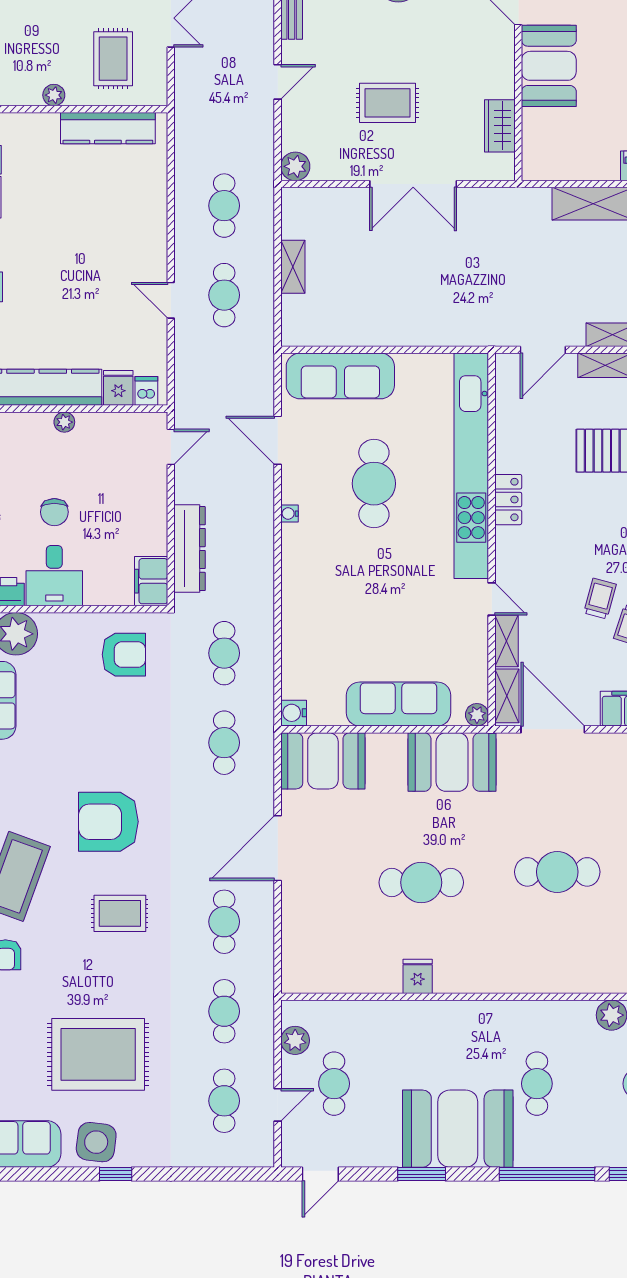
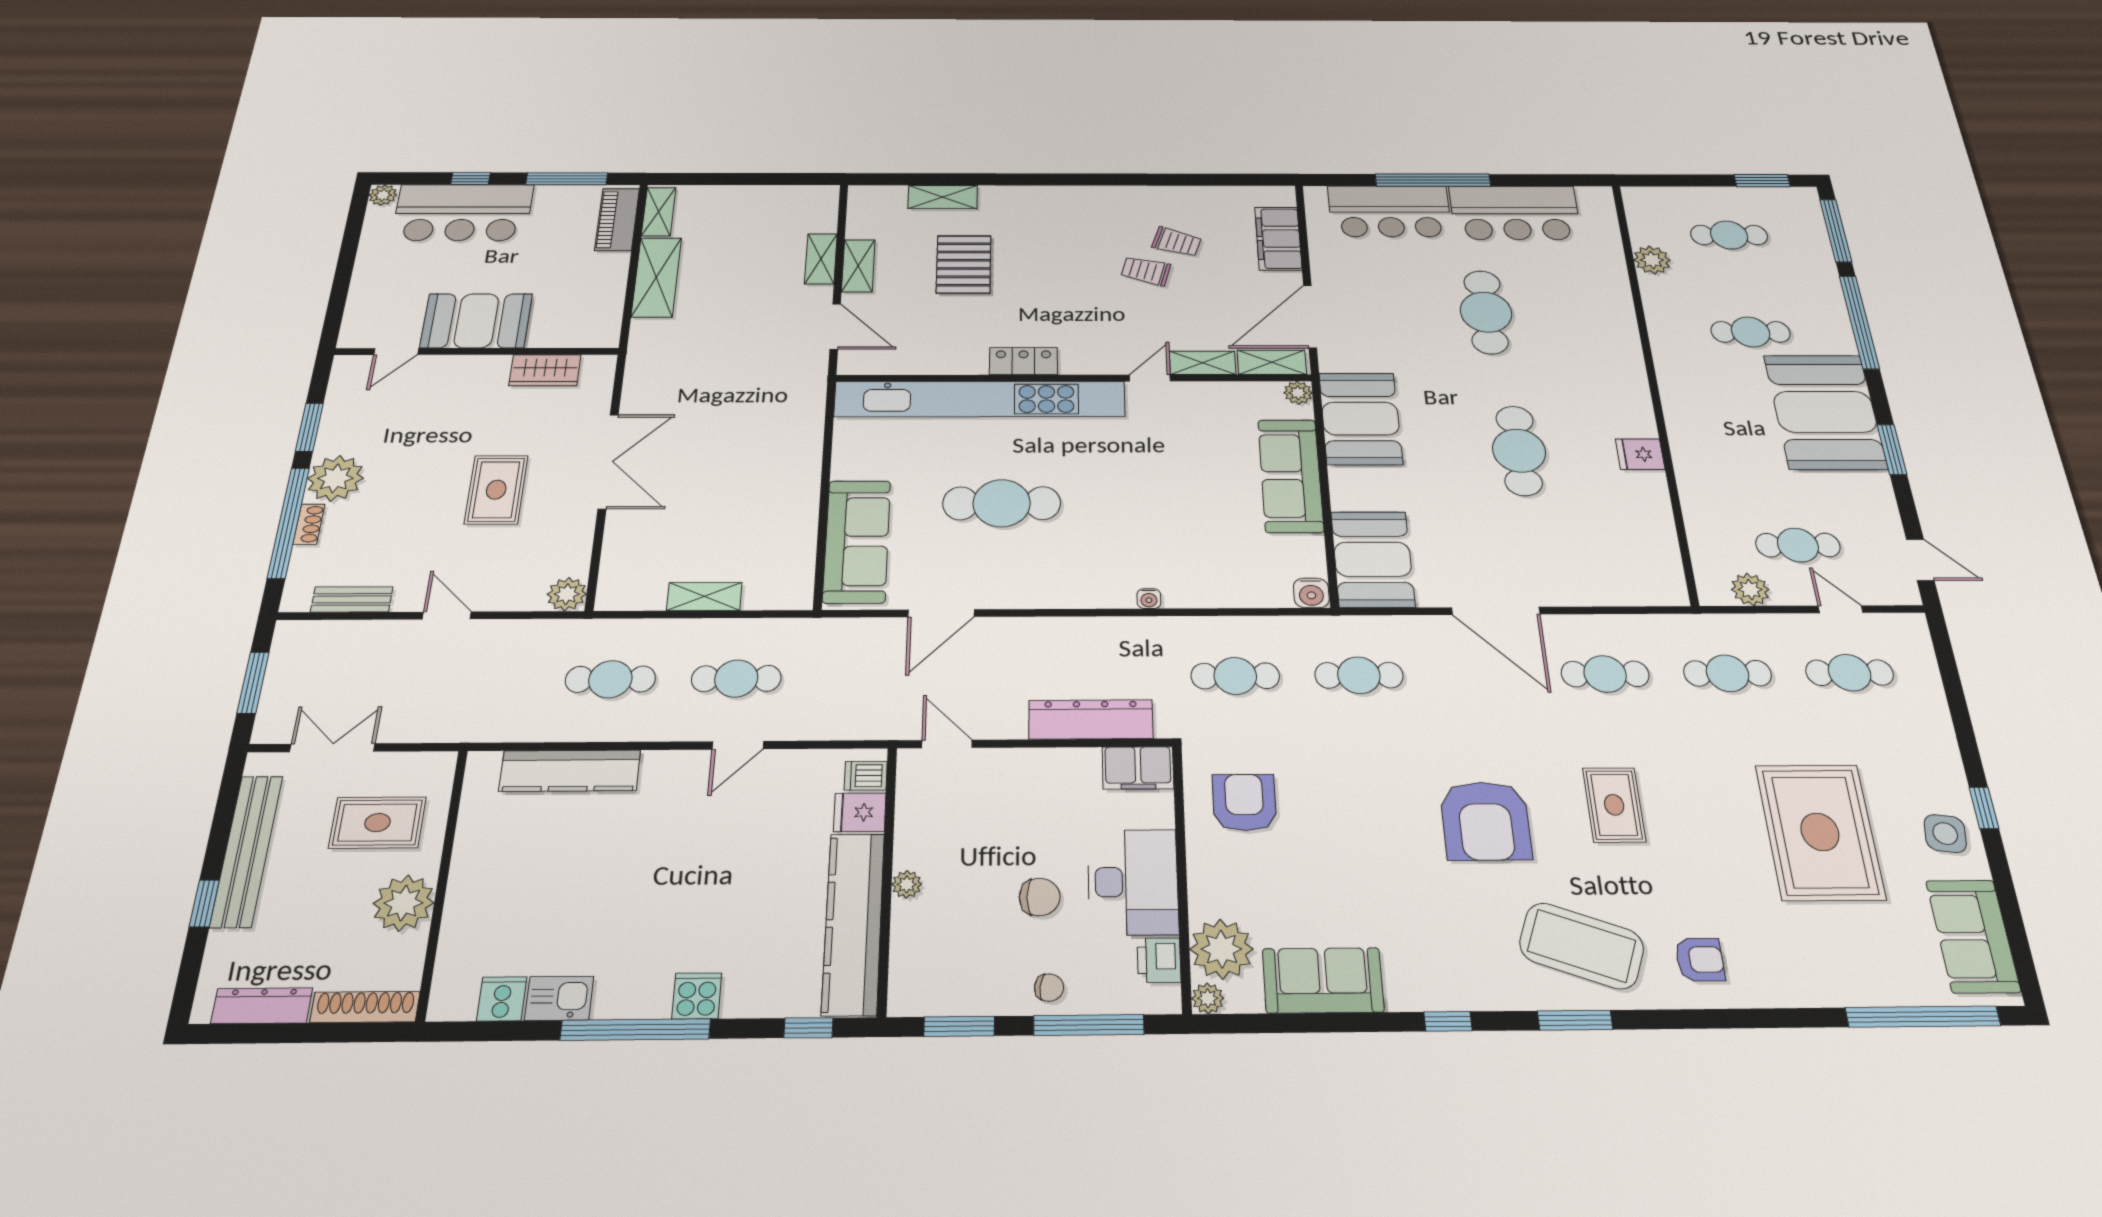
plant: (54, 95) -> (404, 903), width x1.88, depth x1.88
kitchen counter: (108, 128) -> (570, 771), moved, turned 90
water cooler: (289, 514) -> (1149, 599), moved
desk: (54, 576) -> (1133, 882), width x1.37
side table: (96, 1142) -> (1945, 834), width x0.73, depth x0.73

